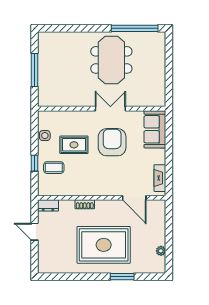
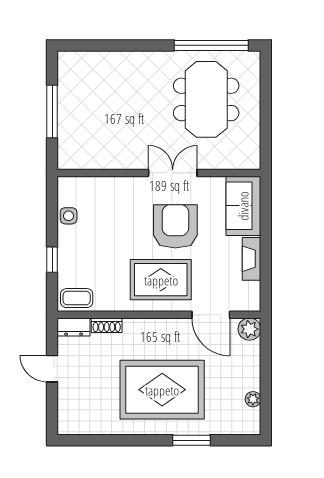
meeting table: (111, 60) -> (206, 99), moved
rug: (74, 145) -> (161, 280), moved, width x1.36, depth x1.43
coffee table: (54, 168) -> (77, 298), moved
fireplace: (160, 178) -> (252, 259), moved
shoe rack: (85, 204) -> (107, 325), moved
plant: (159, 207) -> (249, 329), added

